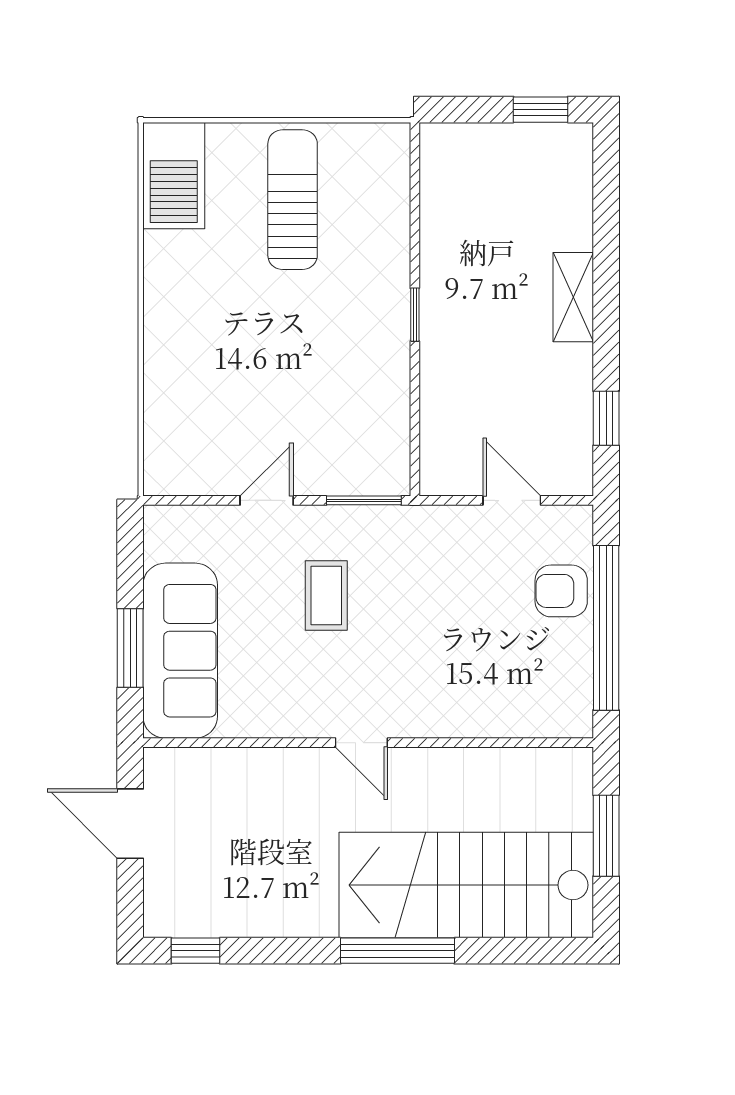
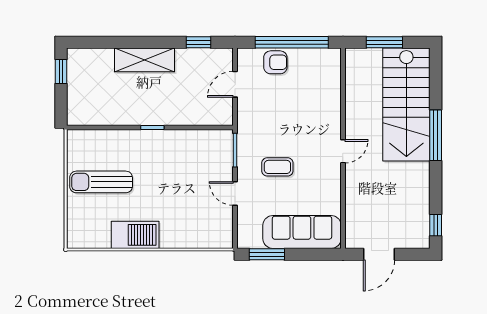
barbecue: (174, 176) -> (135, 235), moved
shelving: (573, 297) -> (145, 60), width x1.50, depth x1.33
armchair: (561, 591) -> (275, 62), turned -90
window: (130, 648) -> (267, 254), moved

